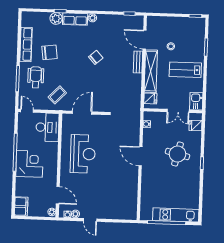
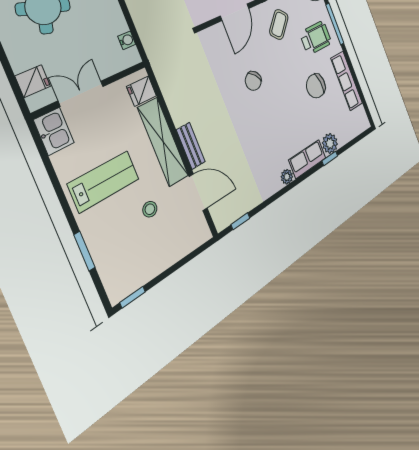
chair: (96, 57) -> (253, 81), moved
wheelchair: (36, 77) -> (316, 38), turned -90

